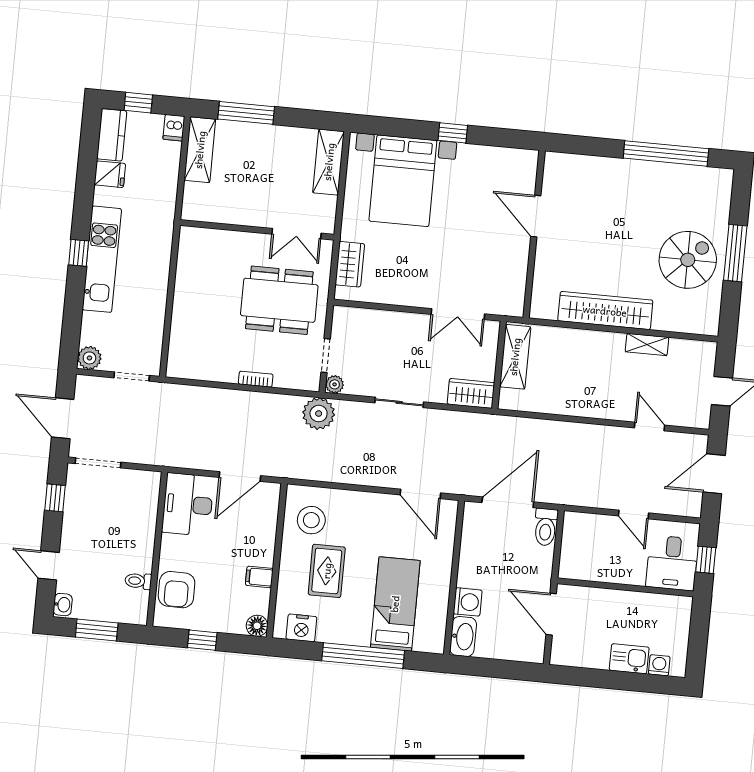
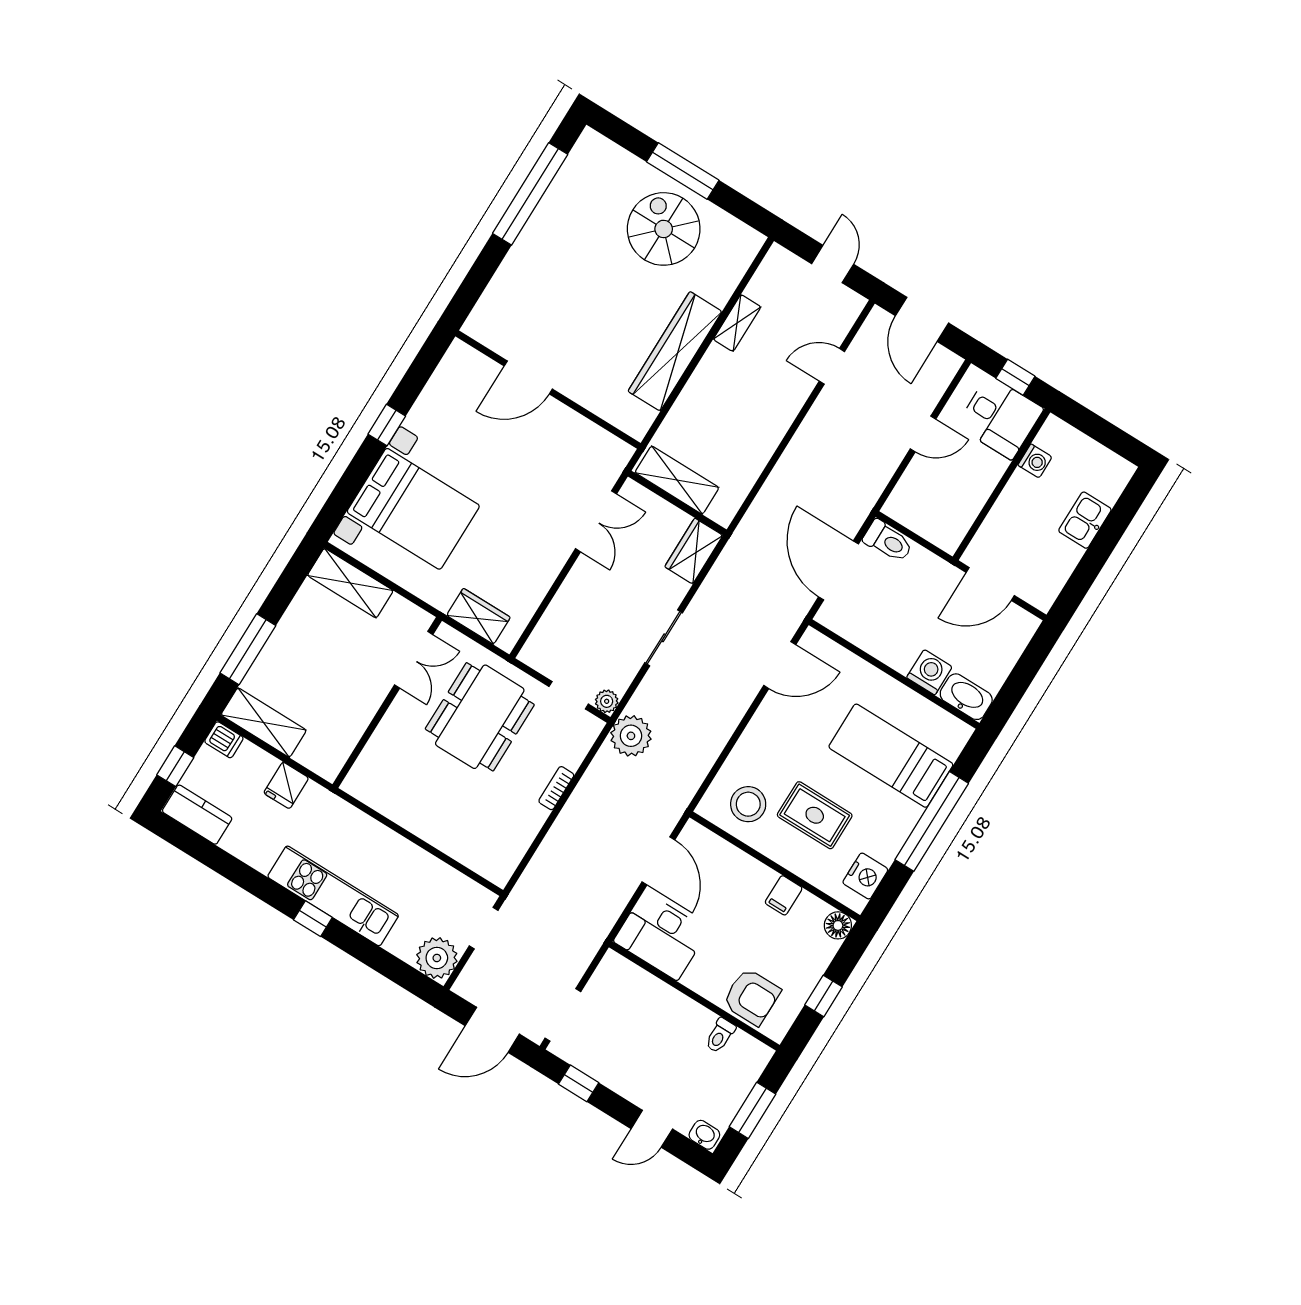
fridge: (110, 174) -> (286, 785), moved, turned 180
plant: (89, 358) -> (437, 958), width x1.36, depth x1.36
washing machine: (659, 665) -> (1035, 461), moved, turned 180

